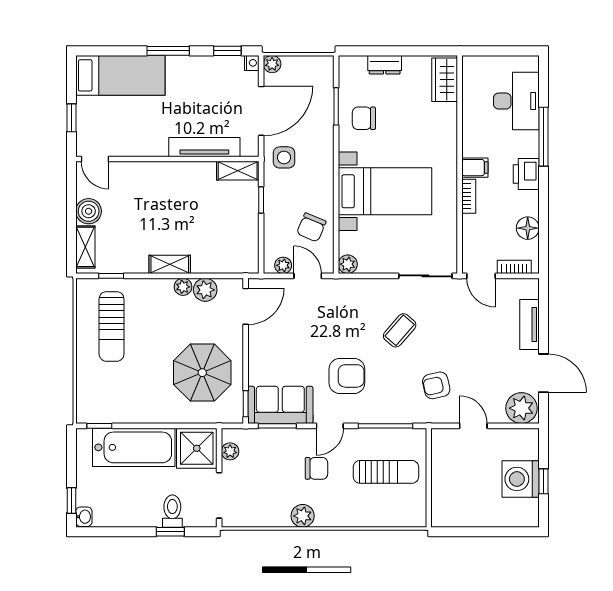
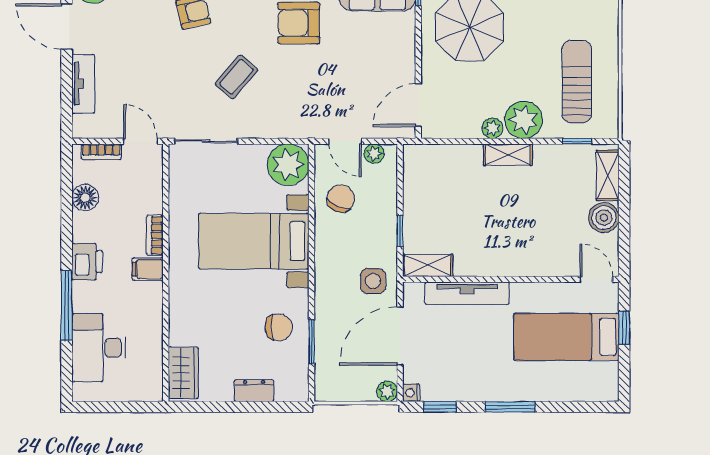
bed: (120, 75) -> (566, 337), moved
plant: (348, 264) -> (288, 165), width x1.88, depth x1.88
plant: (205, 290) -> (524, 120), moved, width x1.36, depth x1.36

